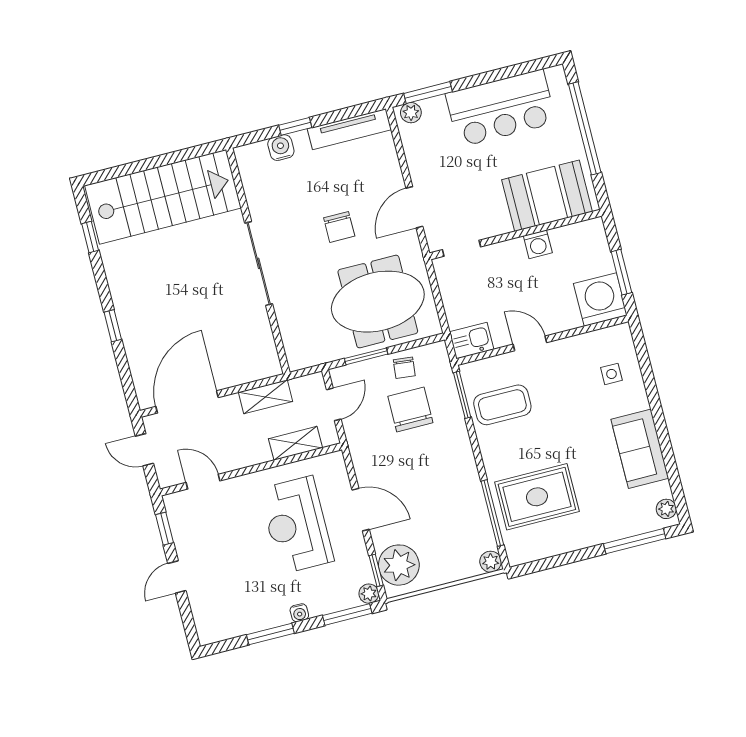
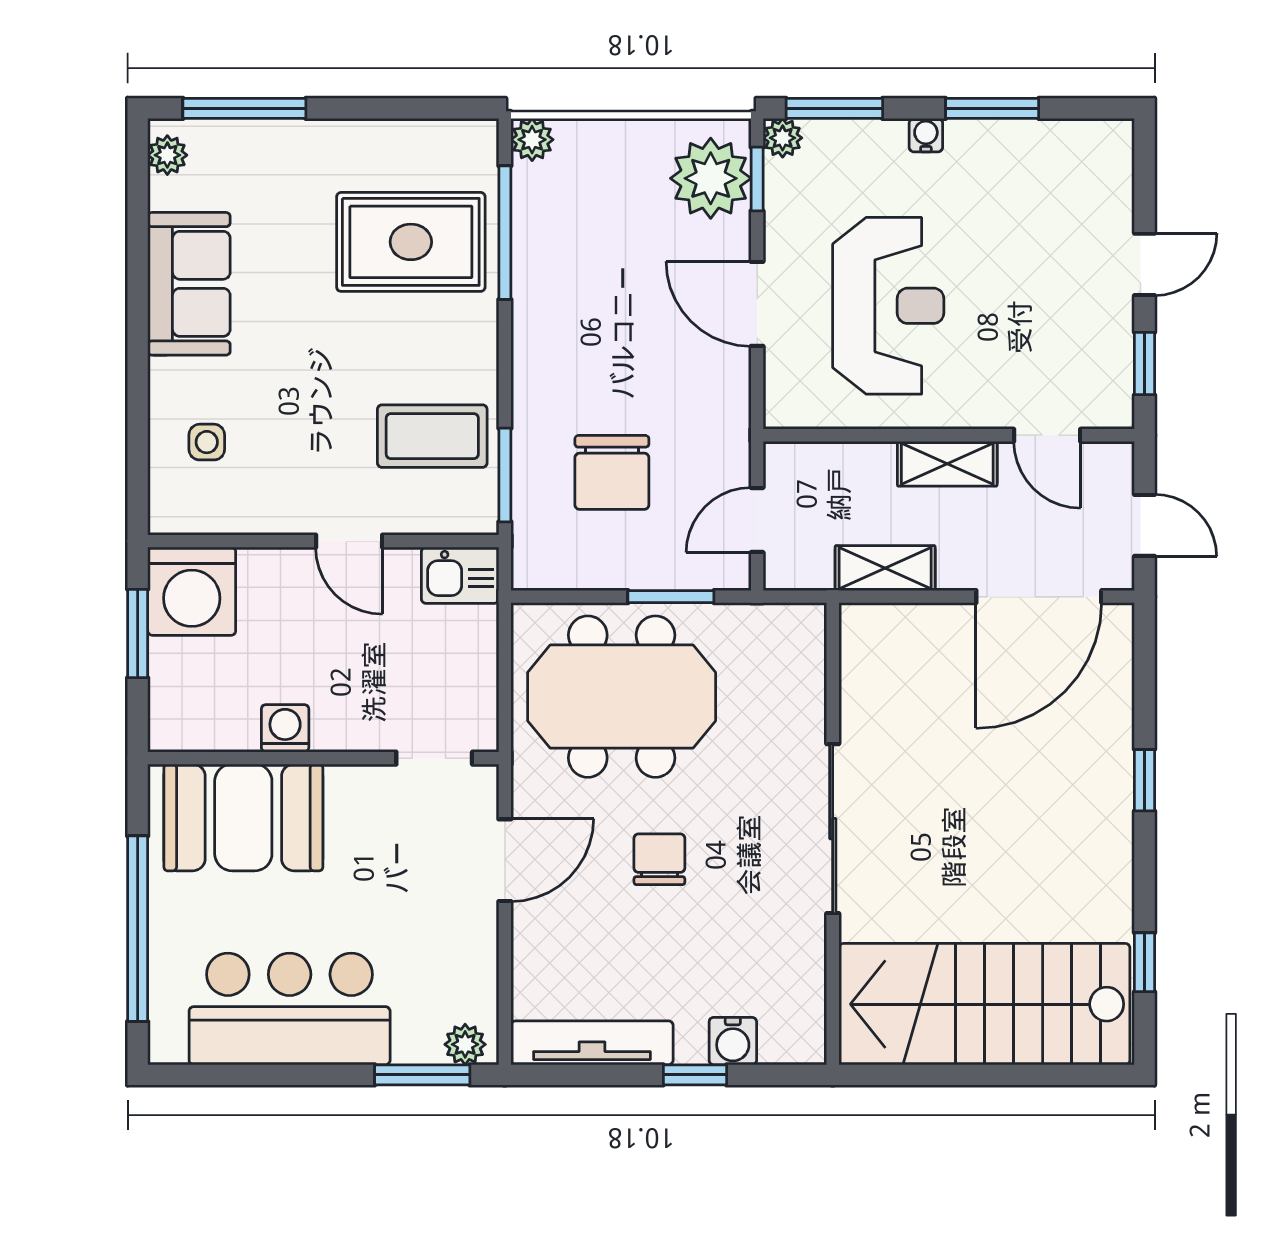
chair: (404, 368) -> (603, 556), removed
shelving: (296, 443) -> (947, 464), moved

